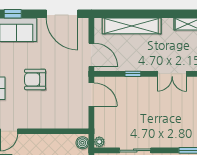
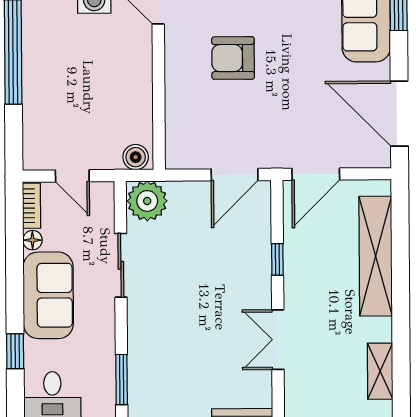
door: (62, 14) -> (399, 114), hinge flipped
armchair: (35, 79) -> (233, 58), moved, turned -90
plant: (99, 142) -> (147, 201), width x1.88, depth x1.88

